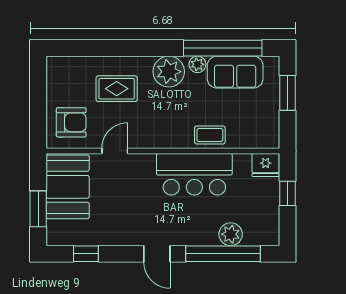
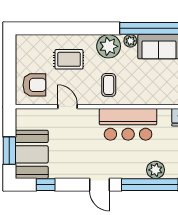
coffee table: (210, 135) -> (109, 85), moved, turned 90
door: (115, 151) -> (68, 107), hinge flipped
booth: (68, 187) -> (32, 154), moved

